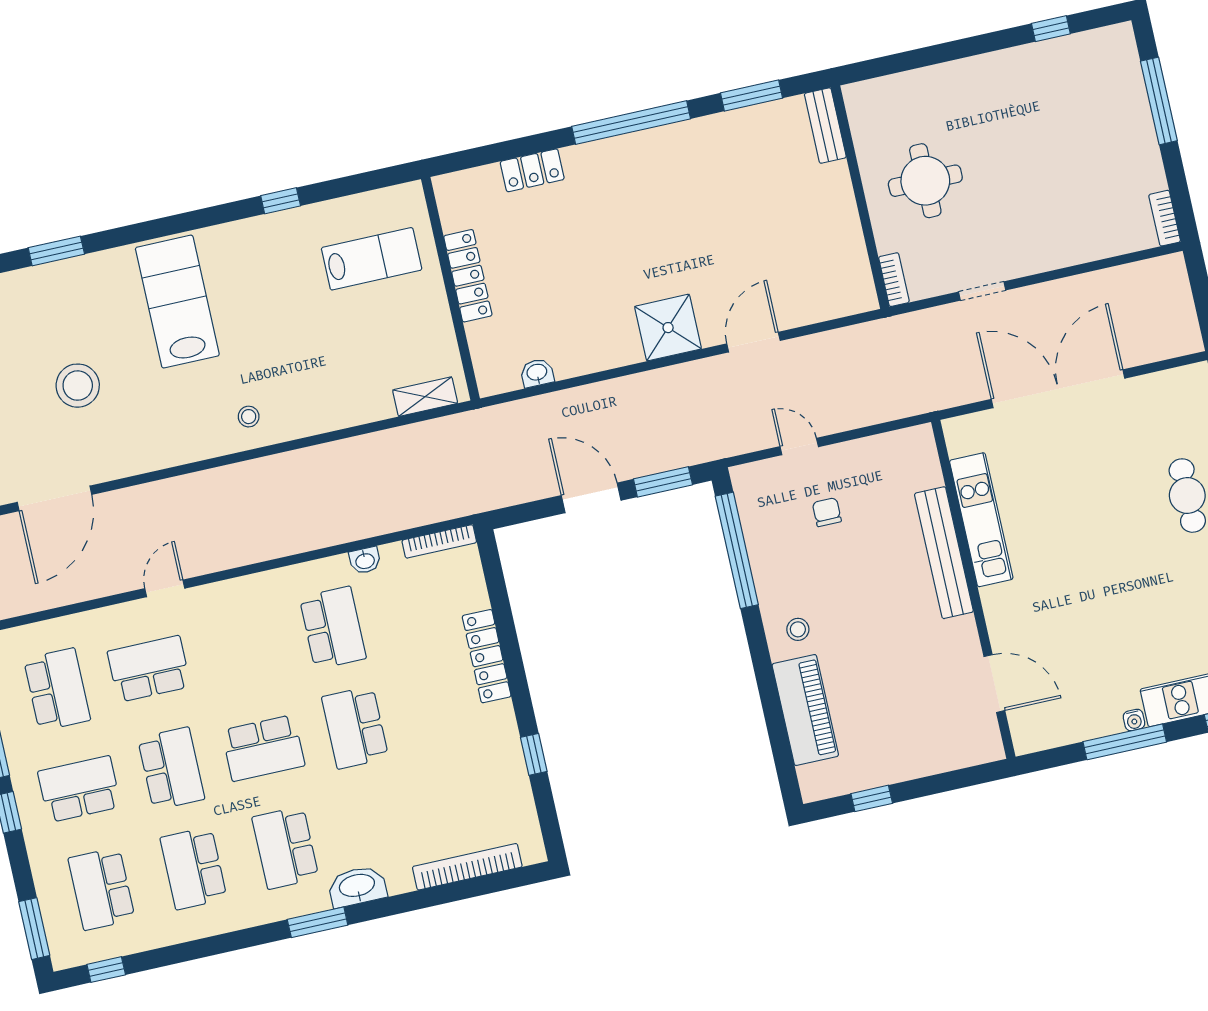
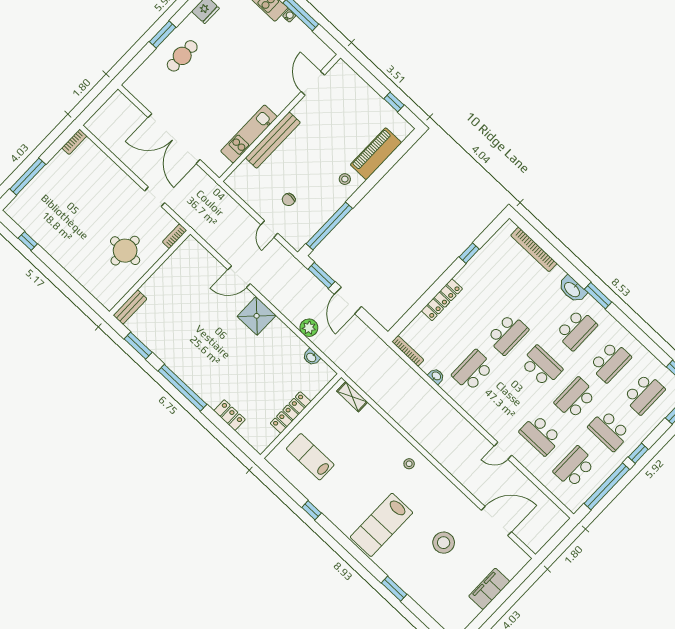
plant: (589, 402) -> (309, 328), added

